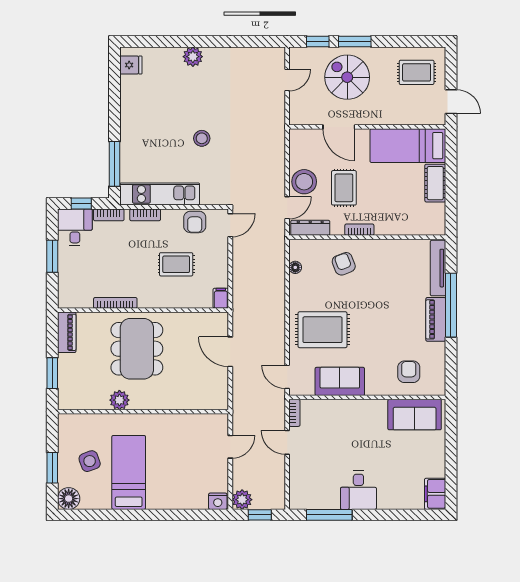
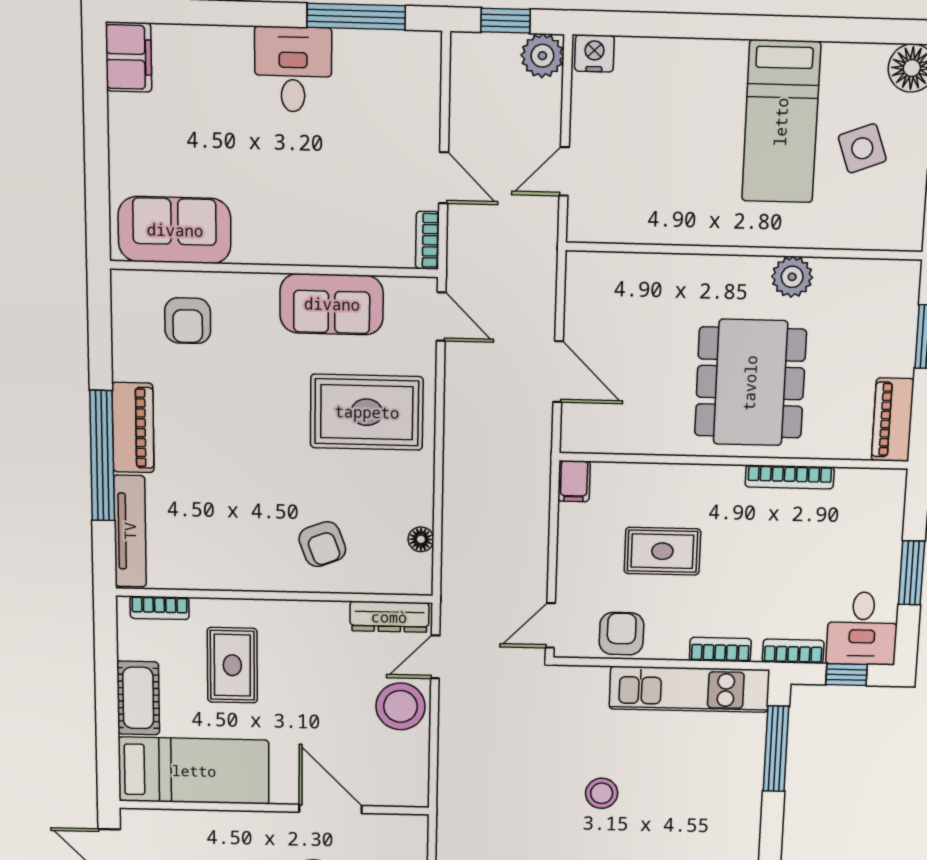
rug: (344, 188) -> (232, 665), moved
bookcase: (359, 230) -> (160, 608), moved

